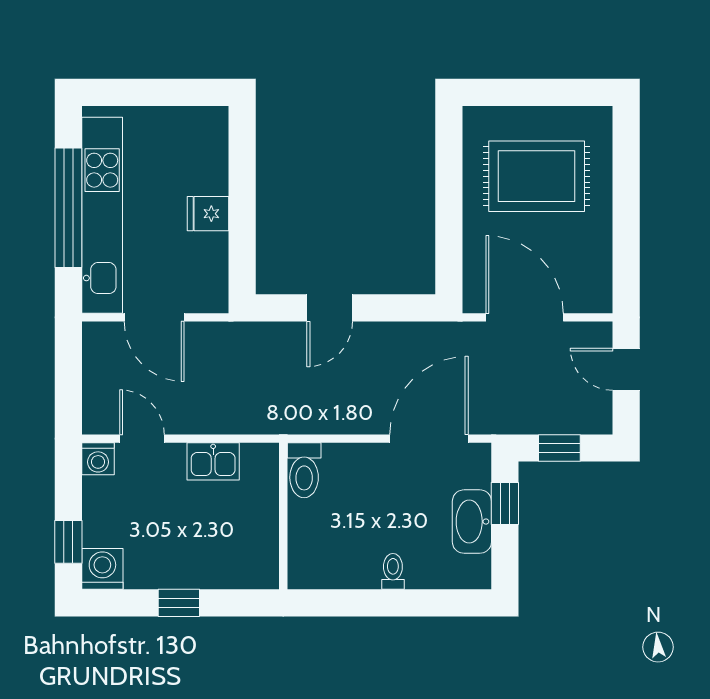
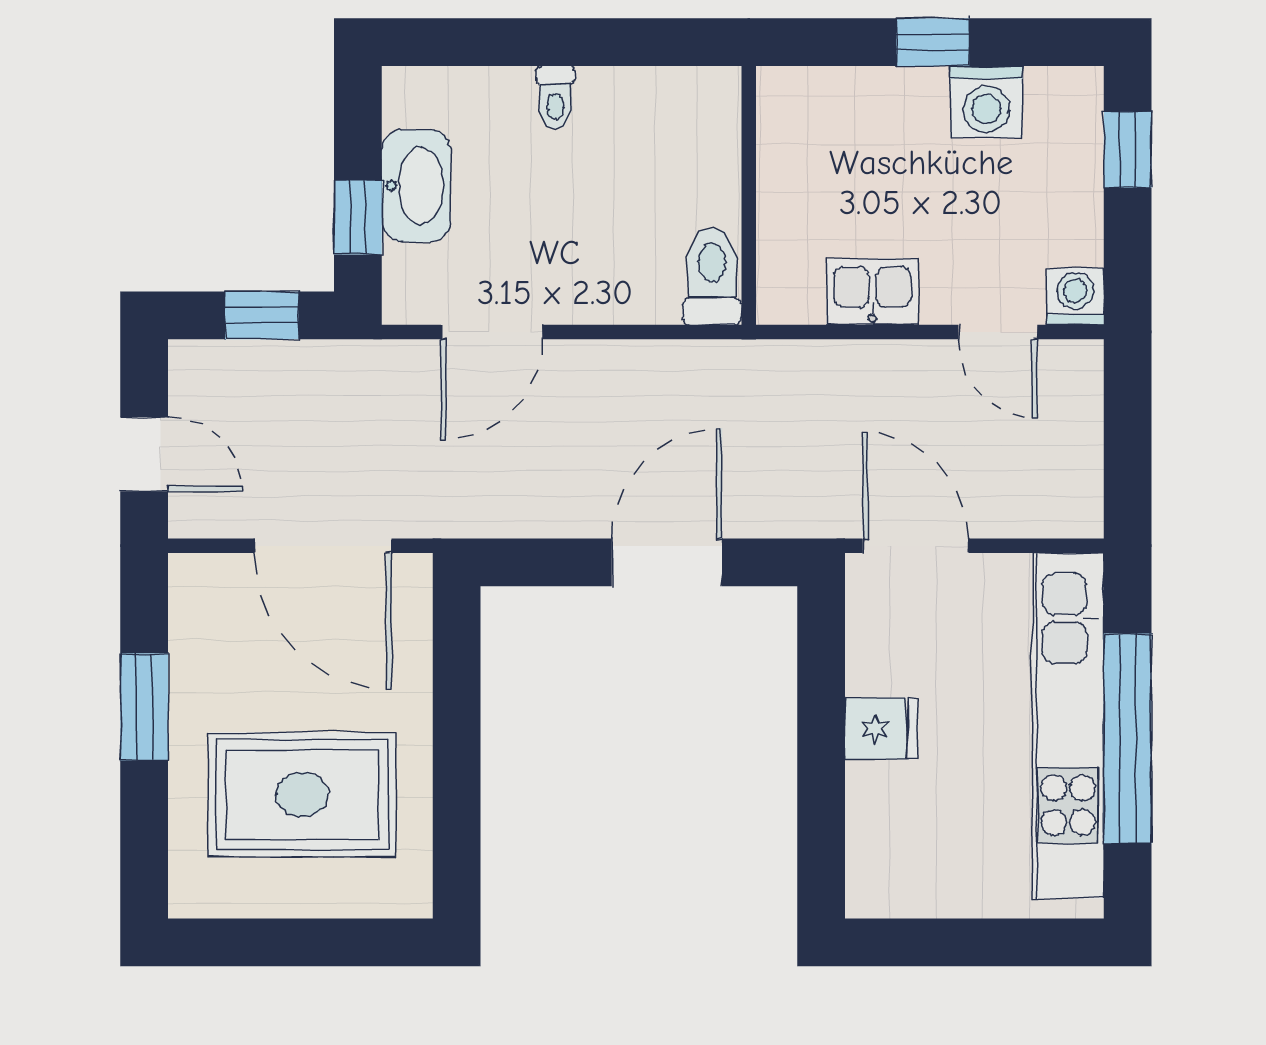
window: (626, 226) -> (144, 707), added
door: (330, 308) -> (667, 562), width x1.38
door: (154, 317) -> (916, 546), moved
door: (429, 439) -> (492, 332), width x0.73
washing machine: (102, 569) -> (986, 102), moved

